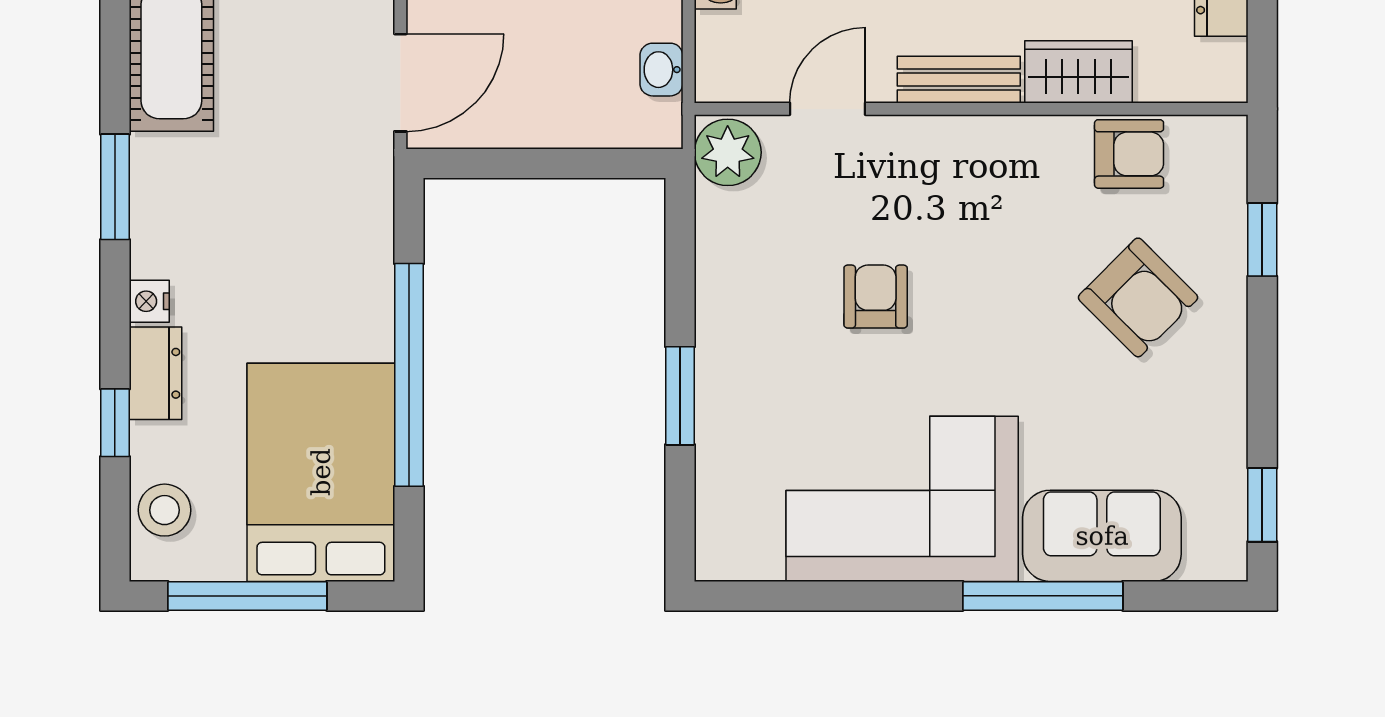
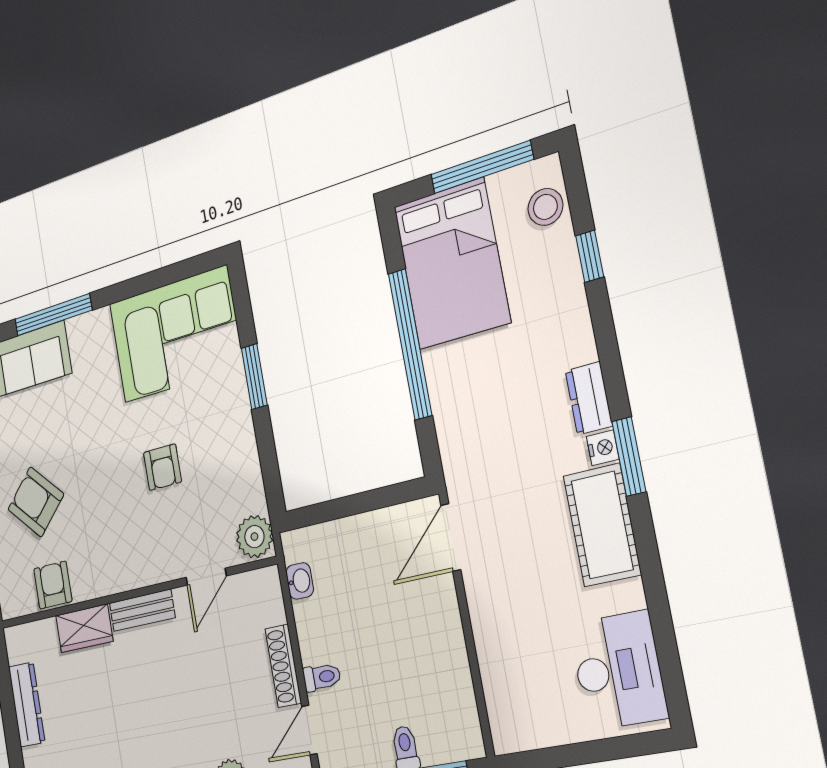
armchair: (1129, 154) -> (53, 585), turned 90
window: (115, 187) -> (629, 457), moved
nightstand: (149, 301) -> (603, 448), moved
dresser: (155, 373) -> (589, 398), moved
corner sofa: (902, 499) -> (175, 334), moved

